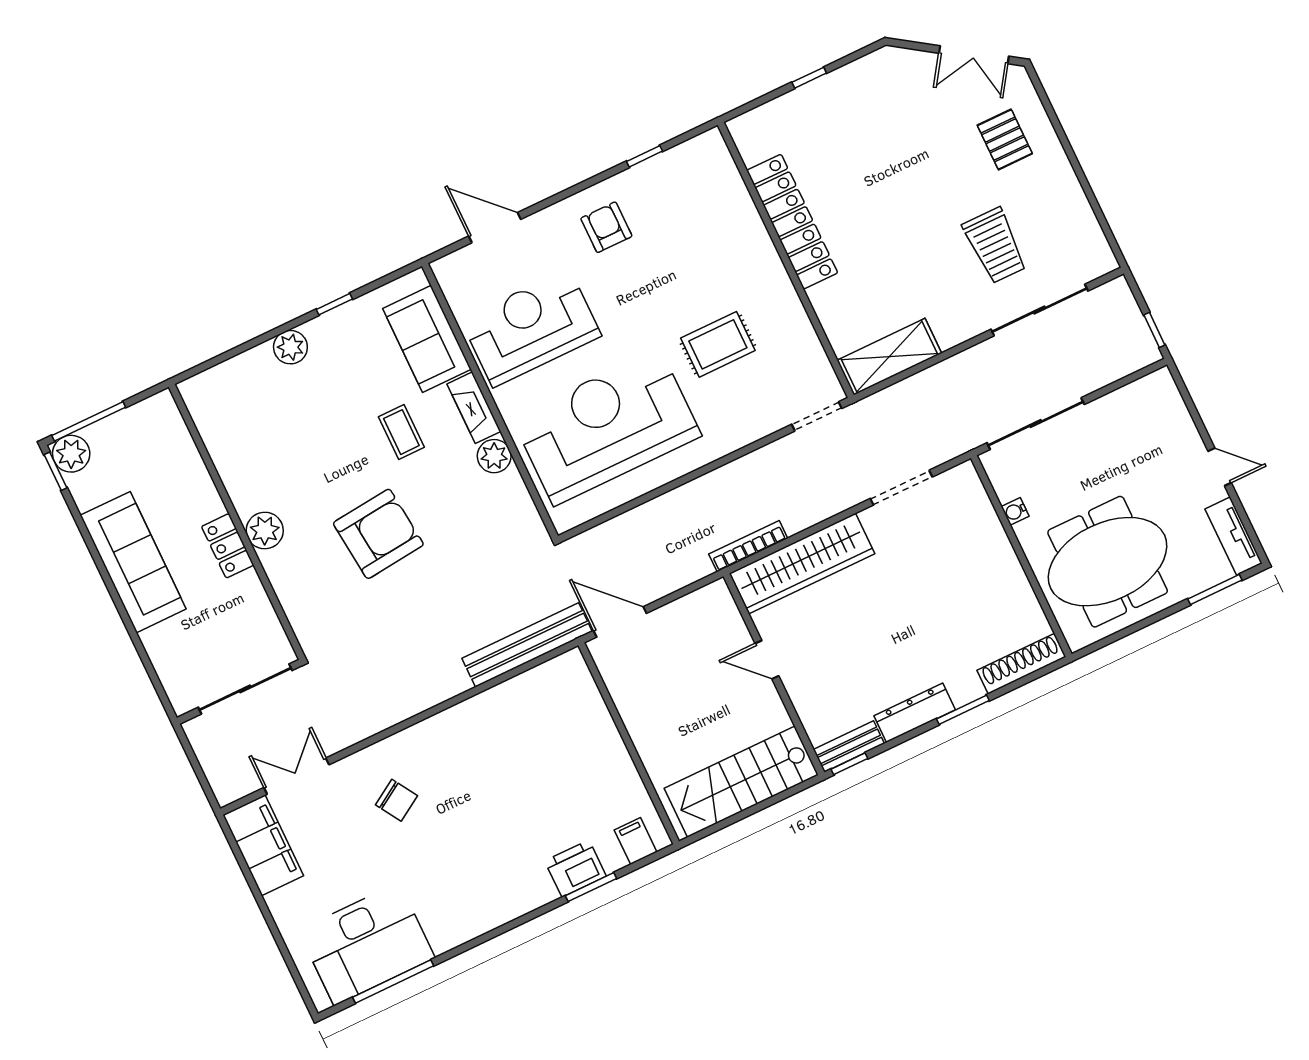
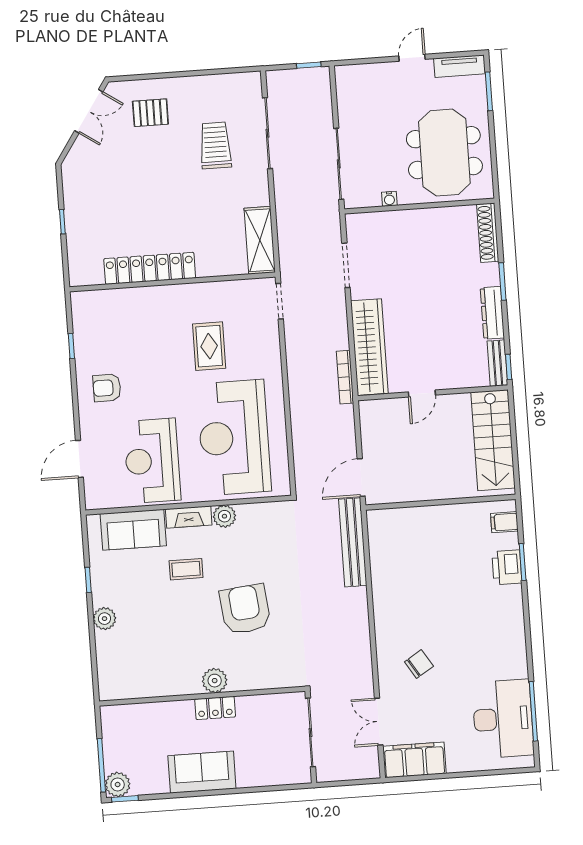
trolley: (995, 246) -> (215, 145), turned -90
sofa: (133, 562) -> (202, 772), width x0.73

